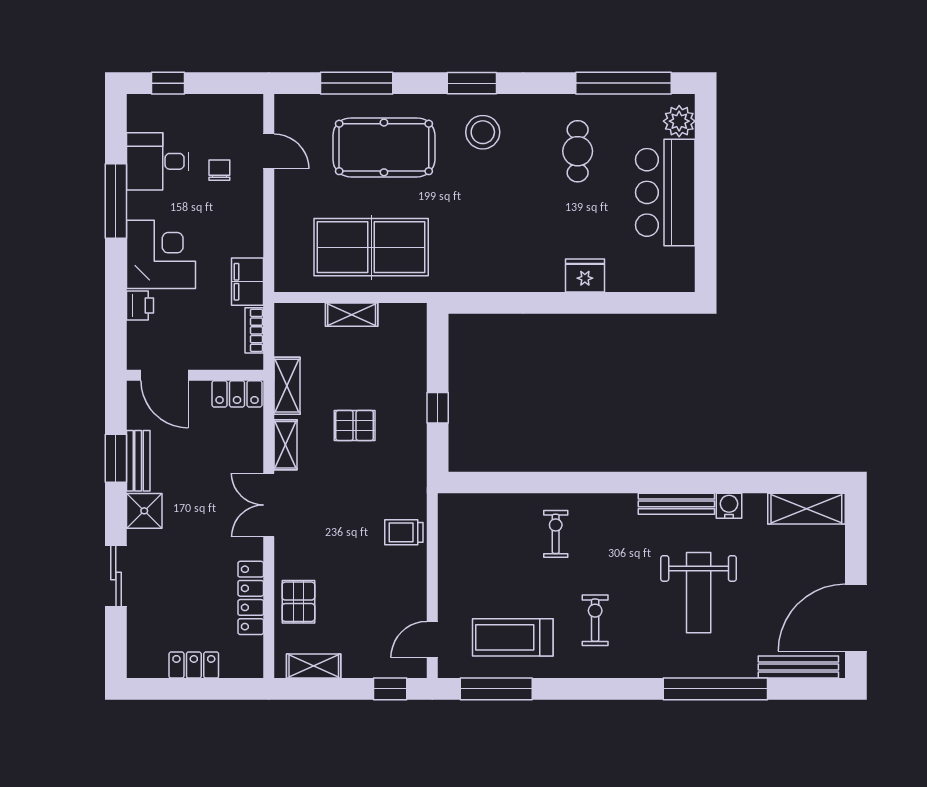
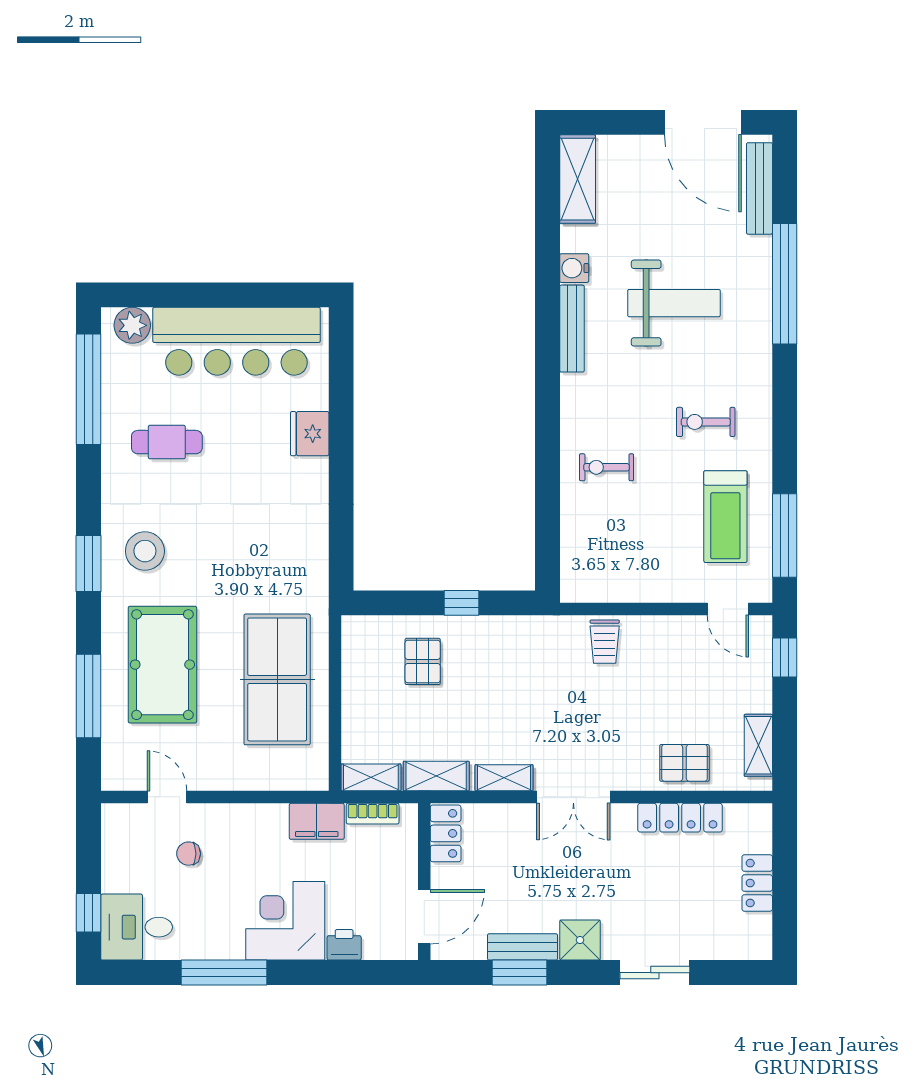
door: (269, 151) -> (167, 797), hinge flipped
desk: (158, 161) -> (137, 927), moved, turned 90
bar counter: (665, 192) -> (236, 341), width x1.36
shelving: (352, 315) -> (371, 777), moved, turned 90
pallet: (355, 425) -> (423, 661), moved

